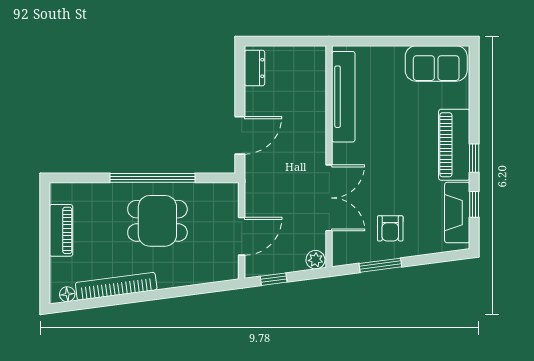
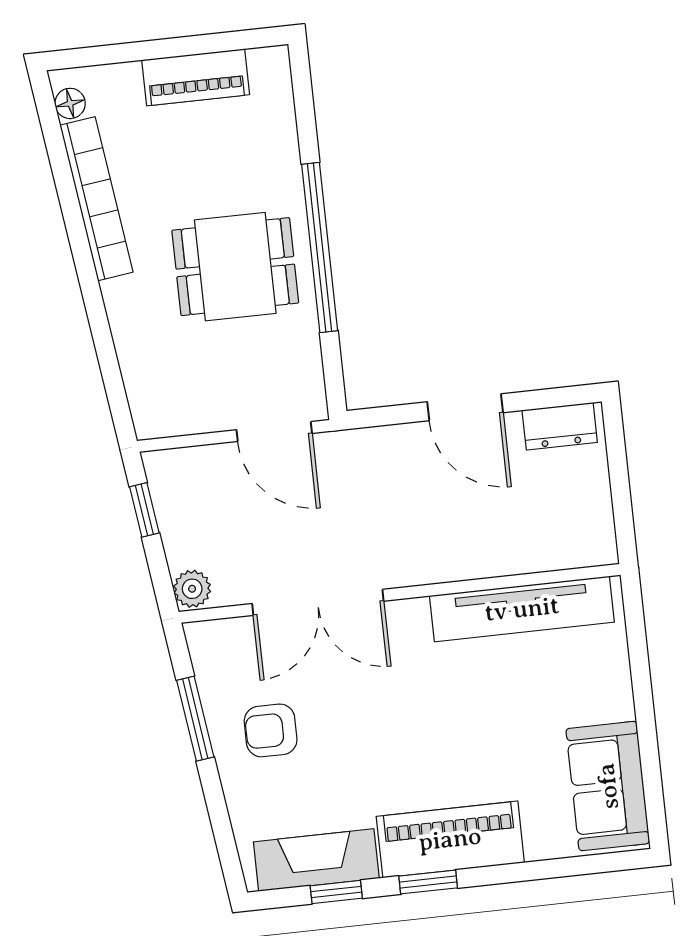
door: (240, 135) -> (465, 407), moved
dining table: (157, 221) -> (235, 267), turned 90
door: (242, 236) -> (274, 432), moved

